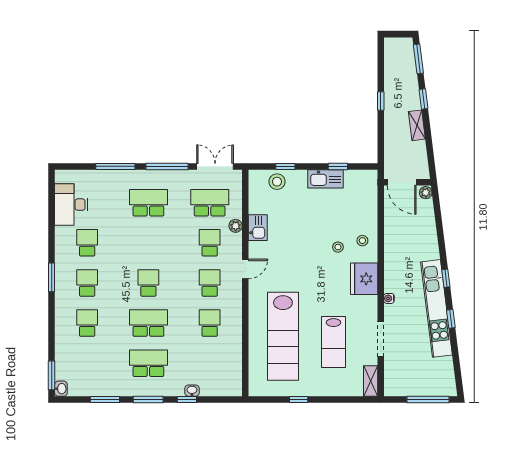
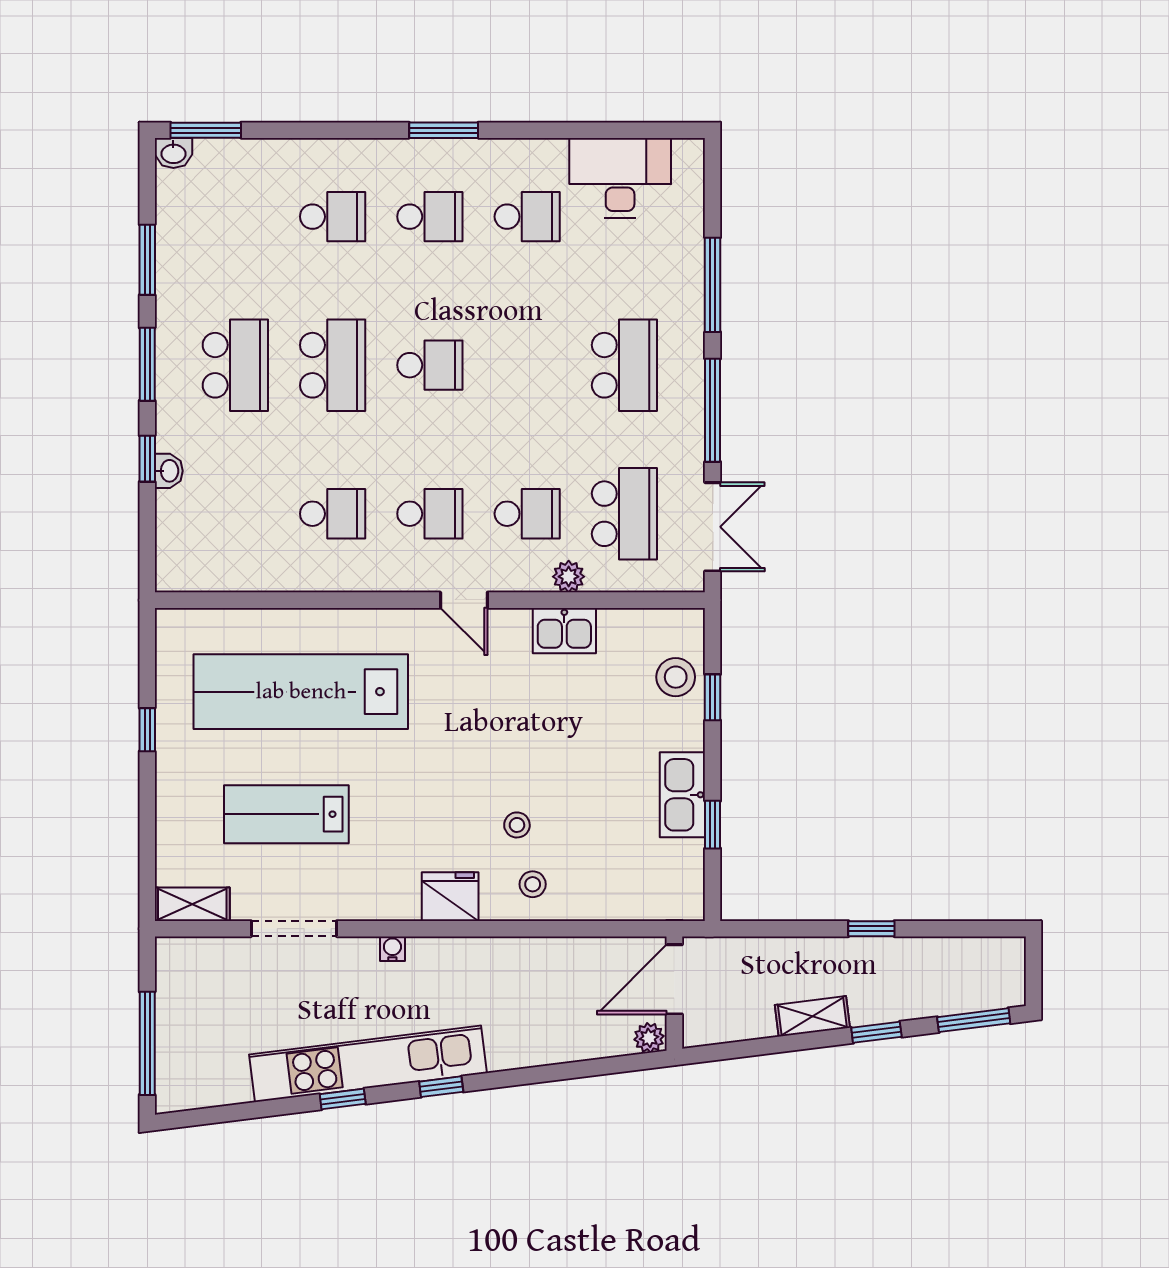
fridge: (364, 279) -> (450, 897), width x0.73, depth x0.75

